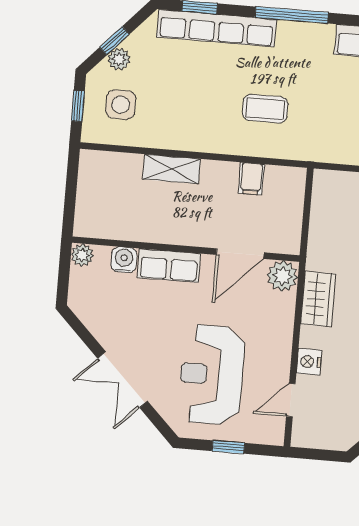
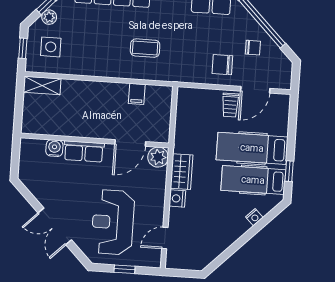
shelving: (172, 169) -> (42, 85), moved
plant: (82, 255) -> (27, 145), removed
nightstand: (309, 362) -> (177, 198), moved

